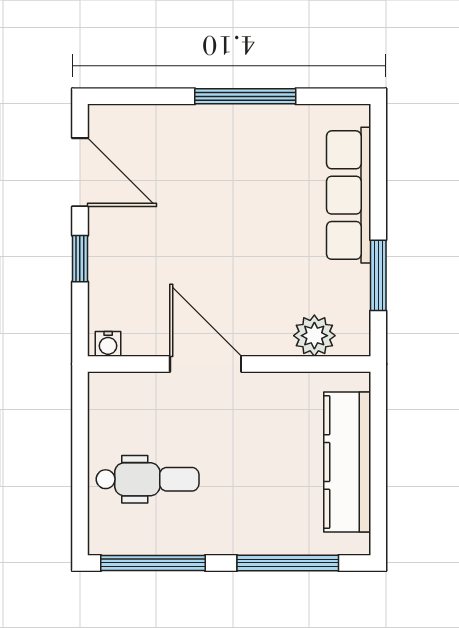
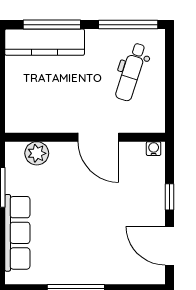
kitchen counter: (347, 462) -> (45, 42), moved, turned 90
dental chair: (148, 479) -> (131, 72), turned -72

